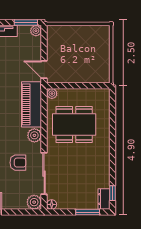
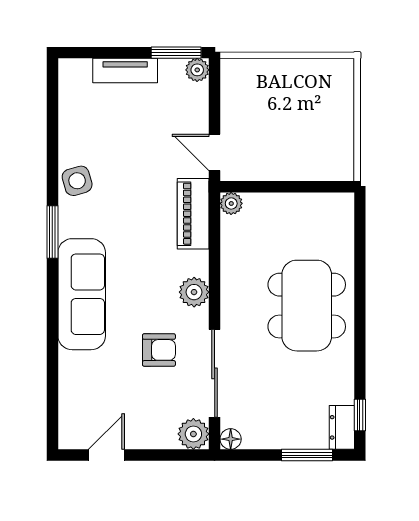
piano: (32, 104) -> (193, 214), width x0.73, depth x0.75
dining table: (74, 125) -> (307, 306), moved, turned 90

